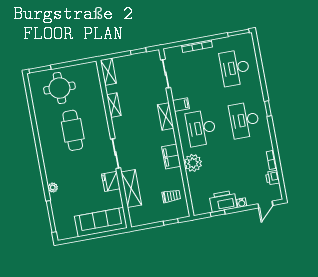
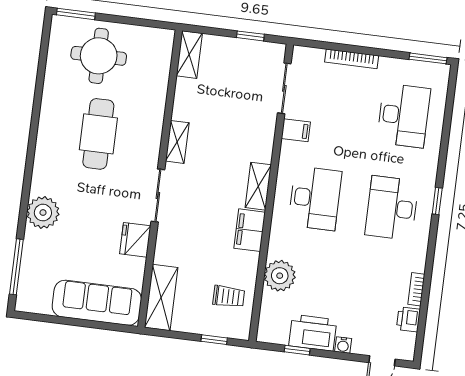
desk: (235, 68) -> (404, 115), turned 180
shelving: (114, 105) -> (177, 142), moved
filing cabinet: (181, 105) -> (296, 130), moved
shelving: (166, 117) -> (258, 186), moved
desk: (201, 128) -> (315, 198), turned 180
plant: (193, 163) -> (280, 276), moved
plant: (53, 188) -> (43, 213), width x1.88, depth x1.88
shelving: (131, 188) -> (161, 297), moved

